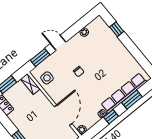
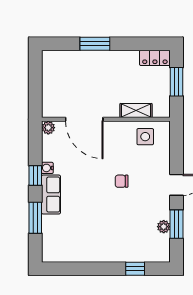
window: (40, 58) -> (177, 224), moved
shelving: (30, 84) -> (136, 111), moved
row of seats: (124, 93) -> (51, 195), width x0.50

